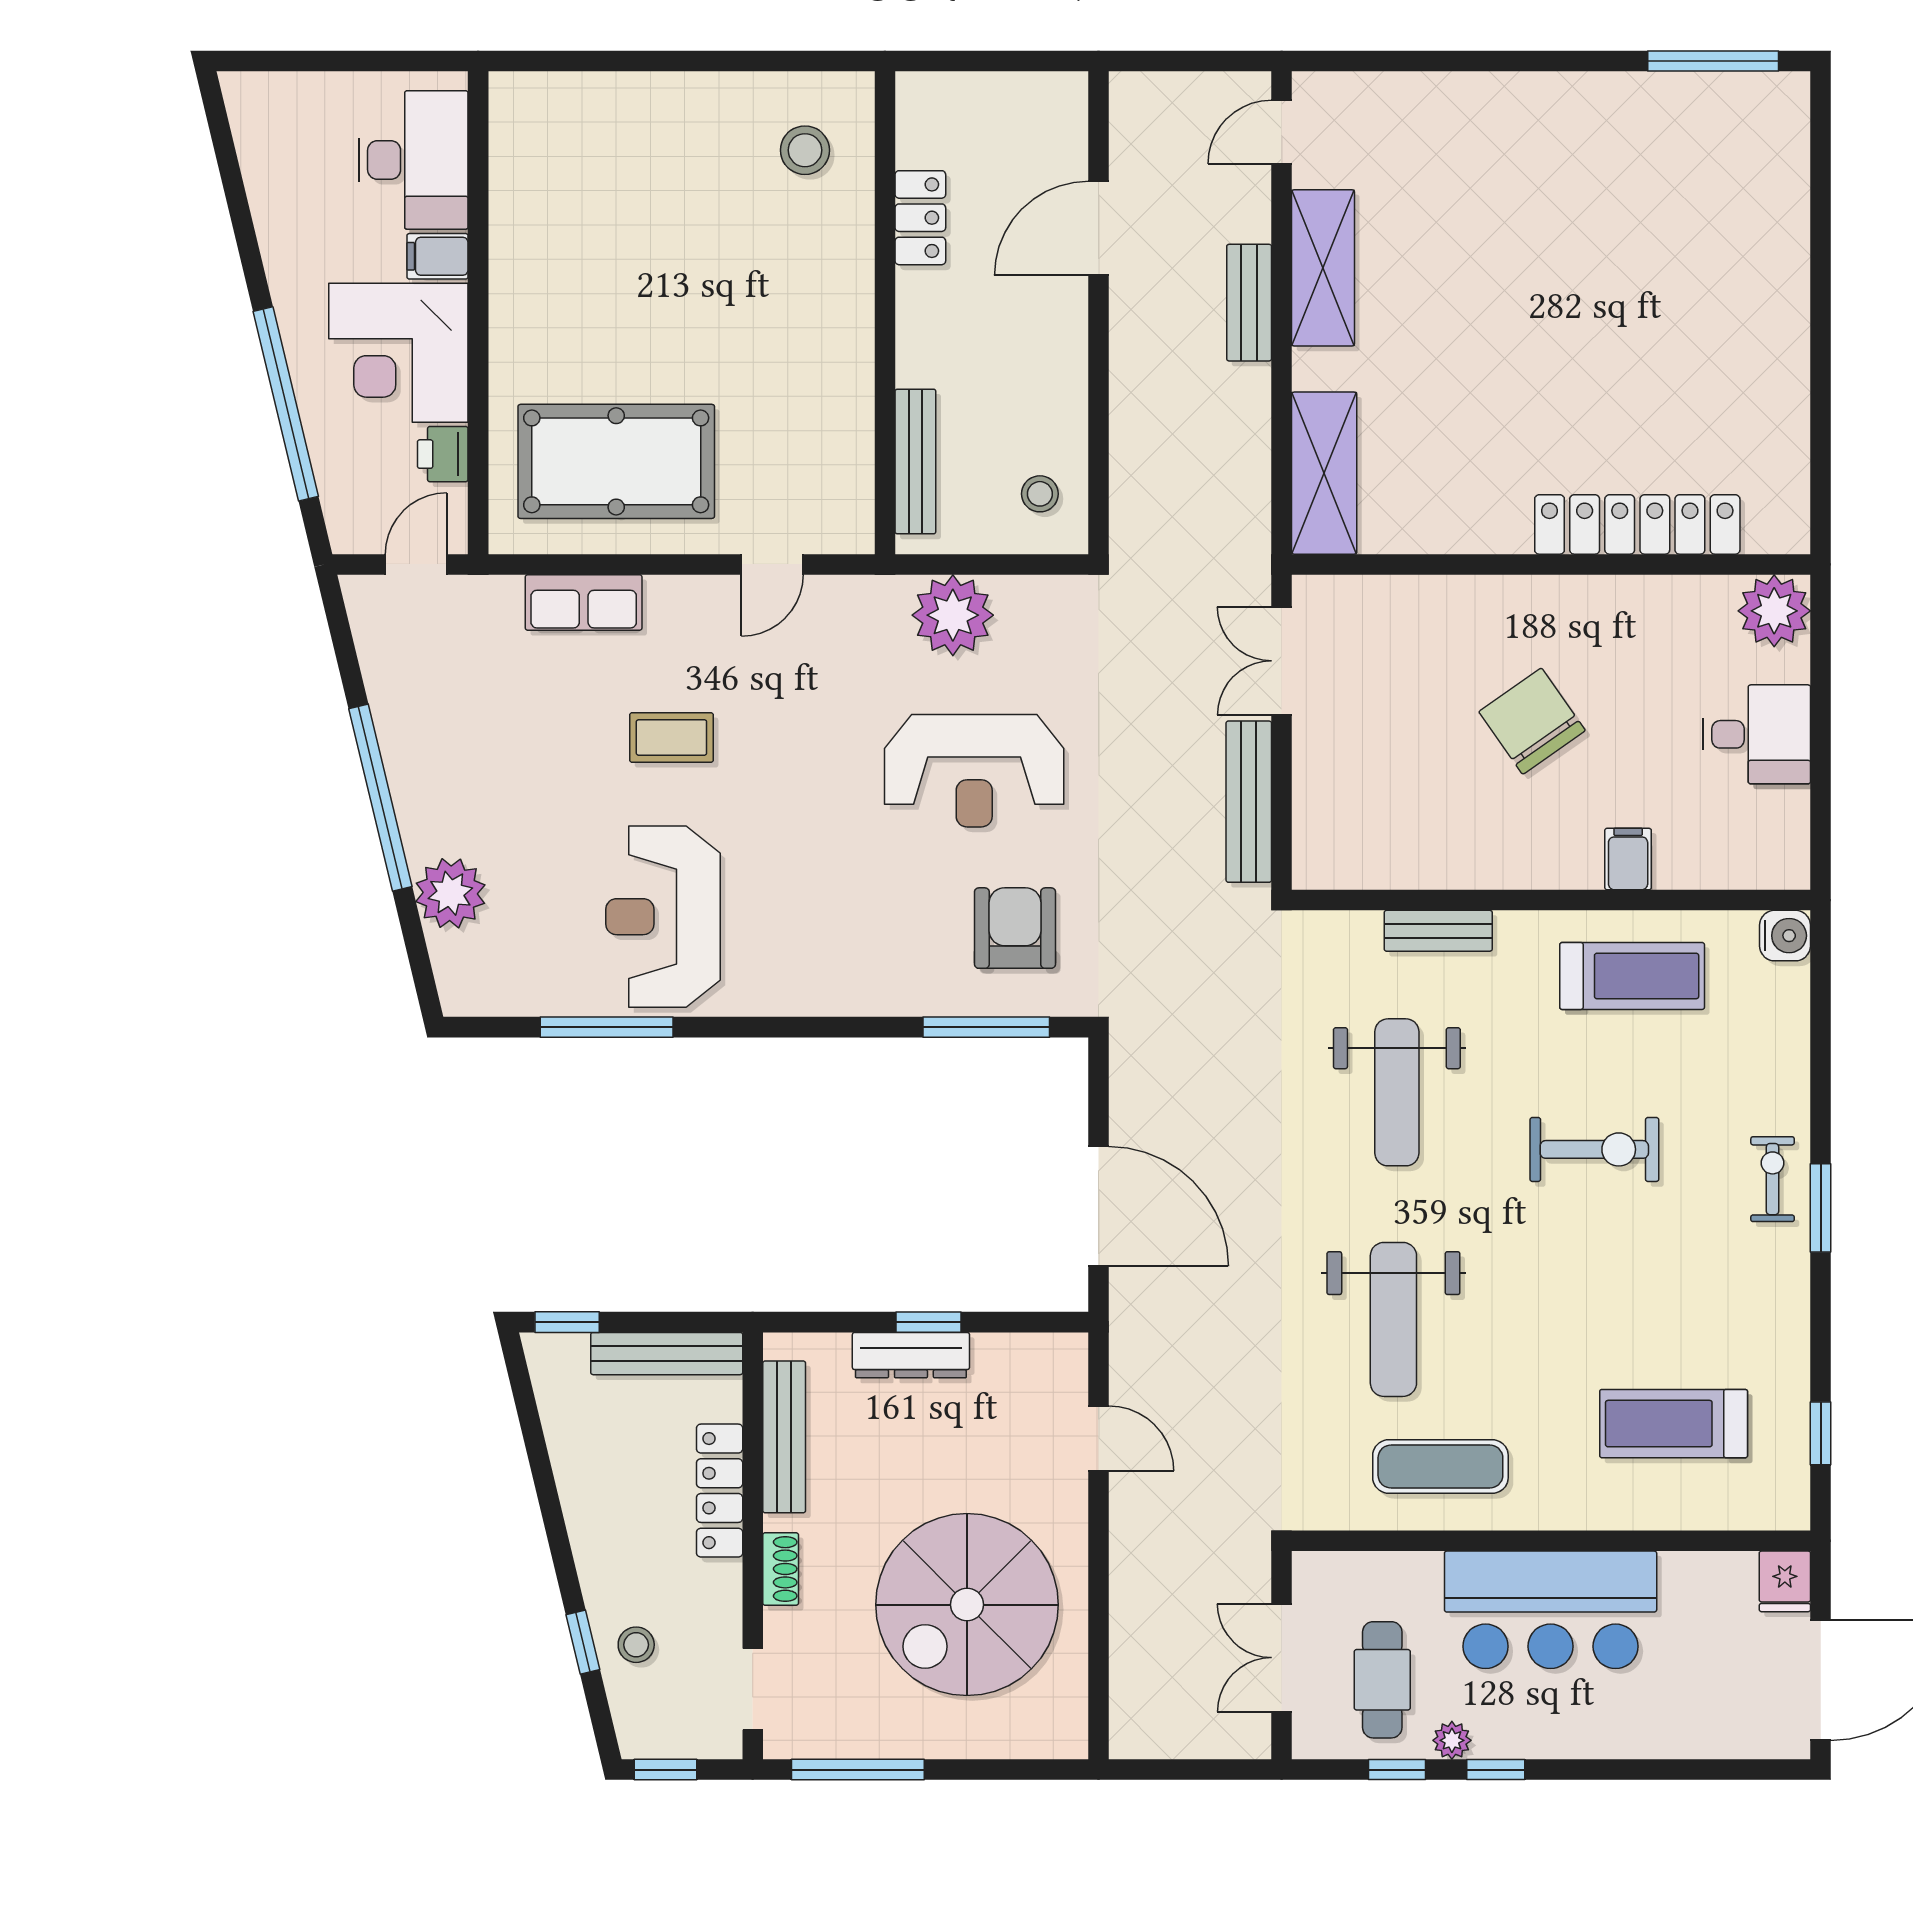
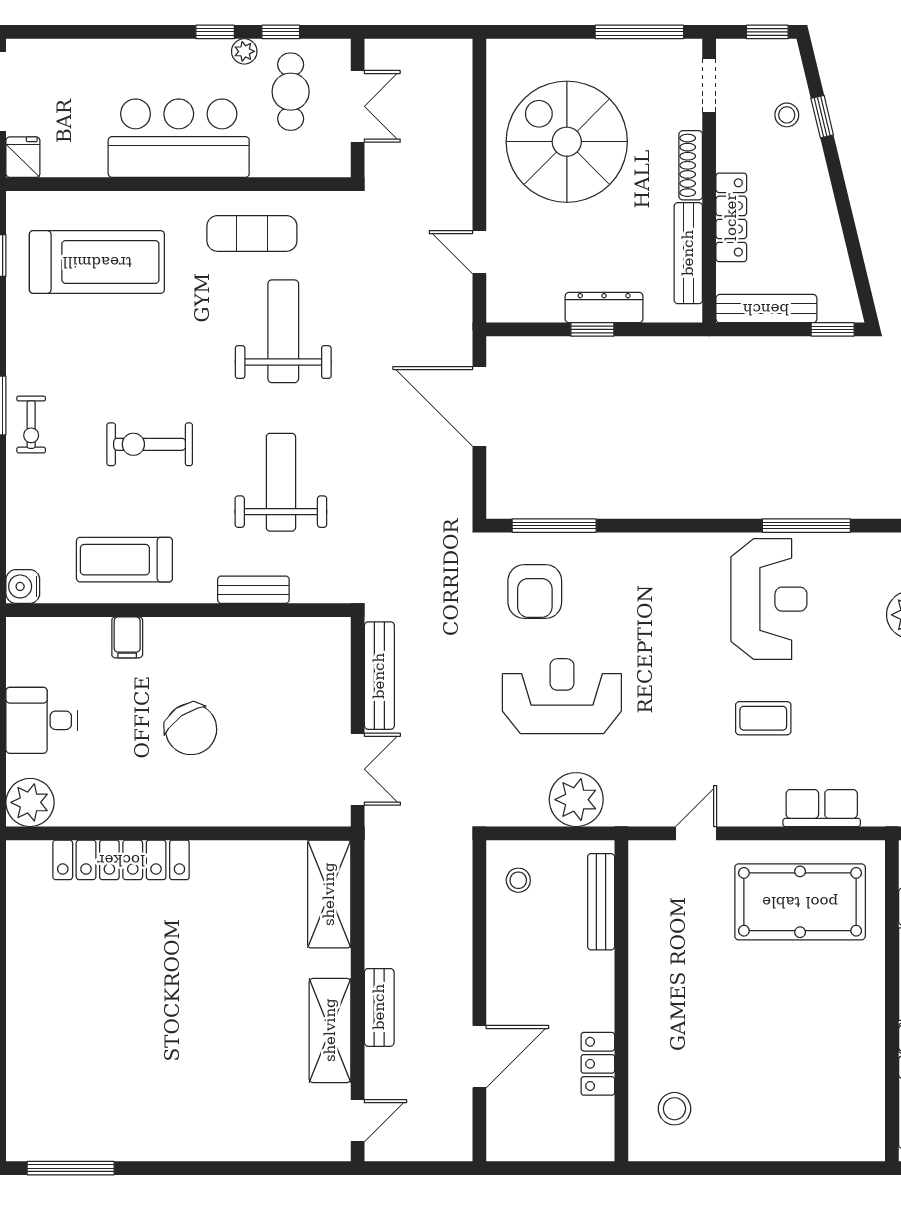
treadmill: (1674, 1424) -> (97, 262), width x1.37, depth x1.38
shoe rack: (781, 1569) -> (691, 165), width x1.43
spiral stairs: (967, 1605) -> (567, 142), turned -90

